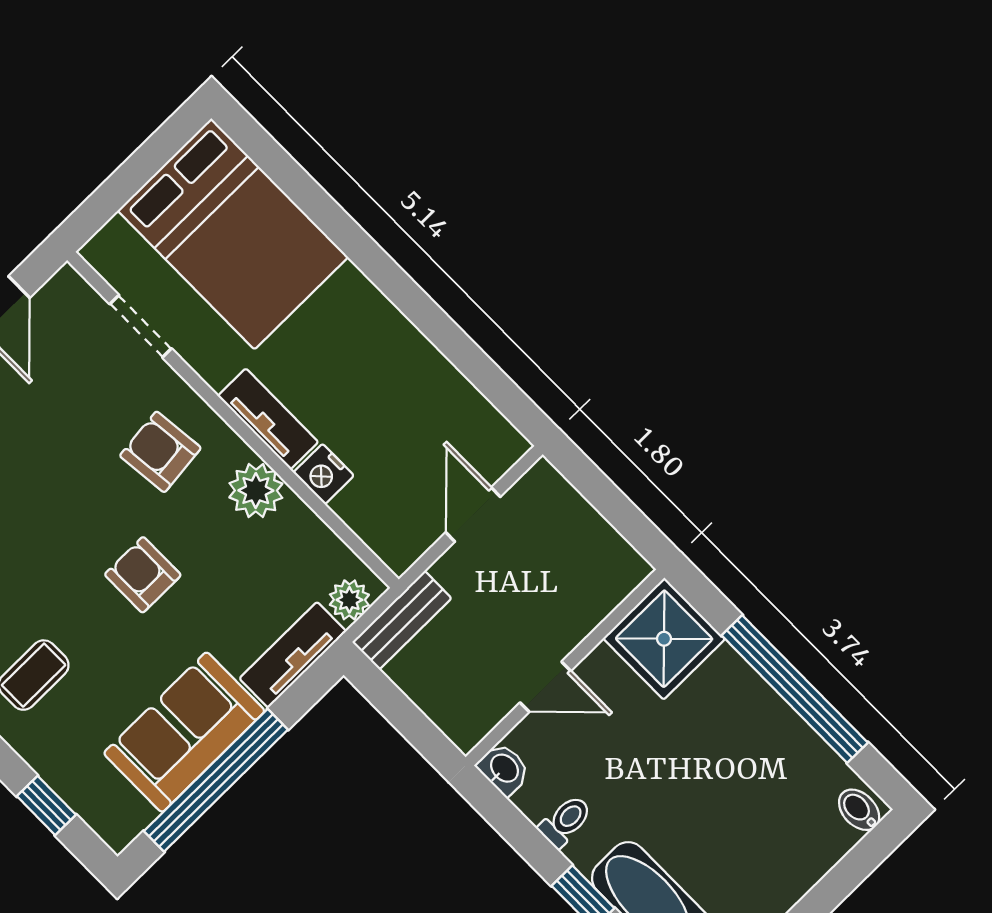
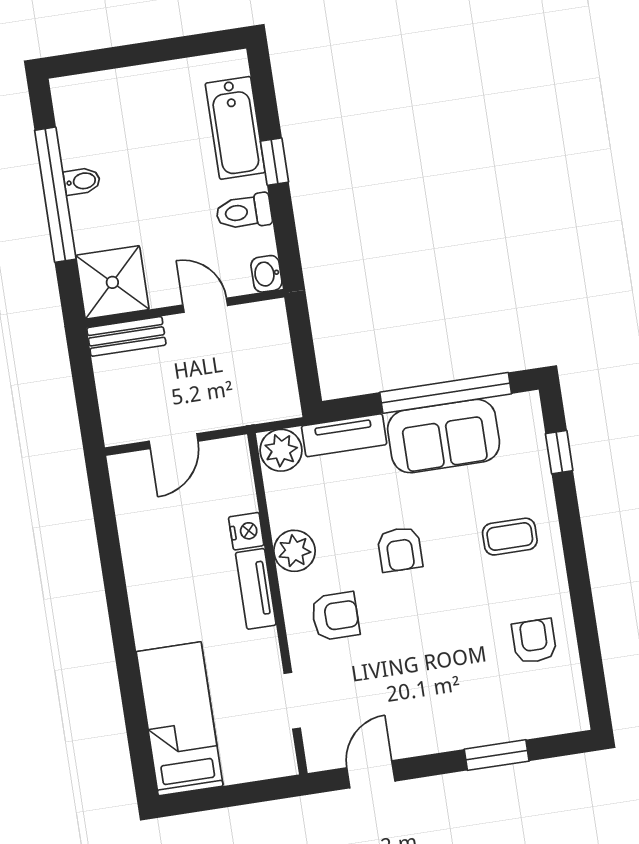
bed: (233, 234) -> (180, 719), width x0.67
armchair: (160, 452) -> (335, 616), turned -84
plant: (349, 600) -> (281, 450), width x1.38, depth x1.38
bench: (402, 620) -> (126, 336), moved
bidet: (859, 810) -> (82, 181), moved, turned -90
toilet: (565, 821) -> (244, 212), width x1.37, depth x1.39

